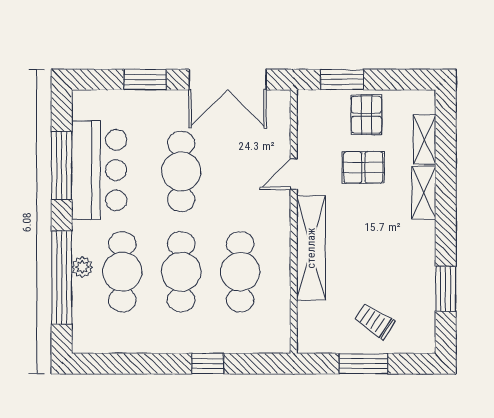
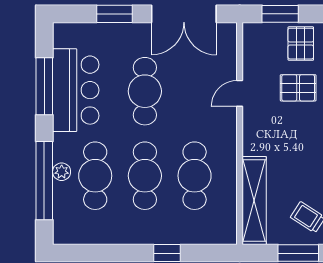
shelving: (311, 248) -> (254, 201), moved

